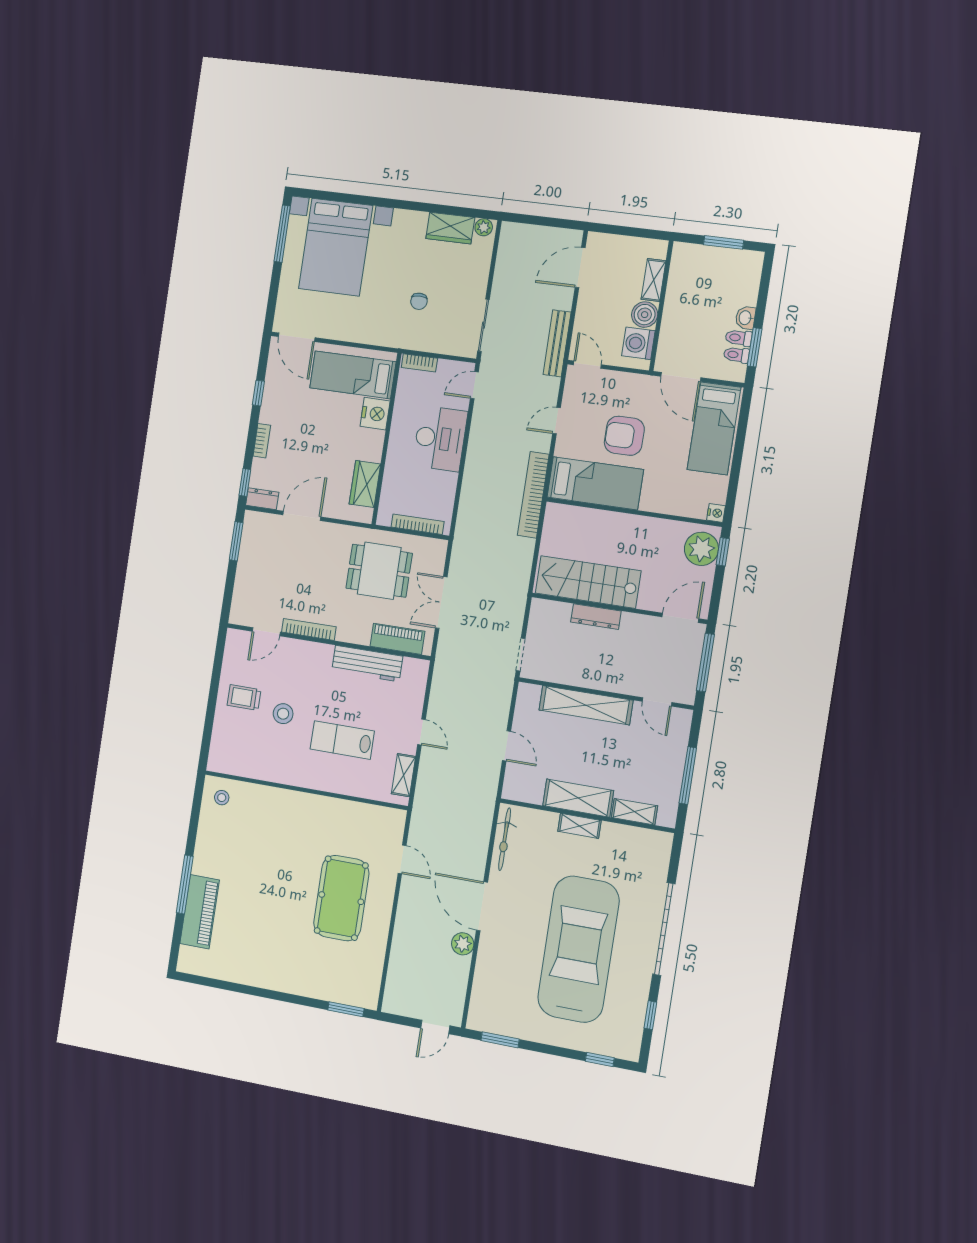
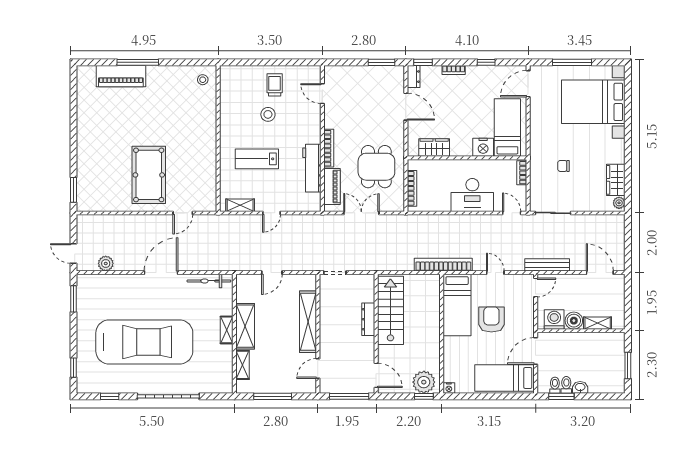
window: (282, 234) -> (572, 62), moved
bookcase: (309, 629) -> (329, 148), moved
lab bench: (342, 740) -> (257, 159), turned -90
pool table: (341, 898) -> (149, 175), turned 90
plant: (463, 944) -> (106, 263), moved

